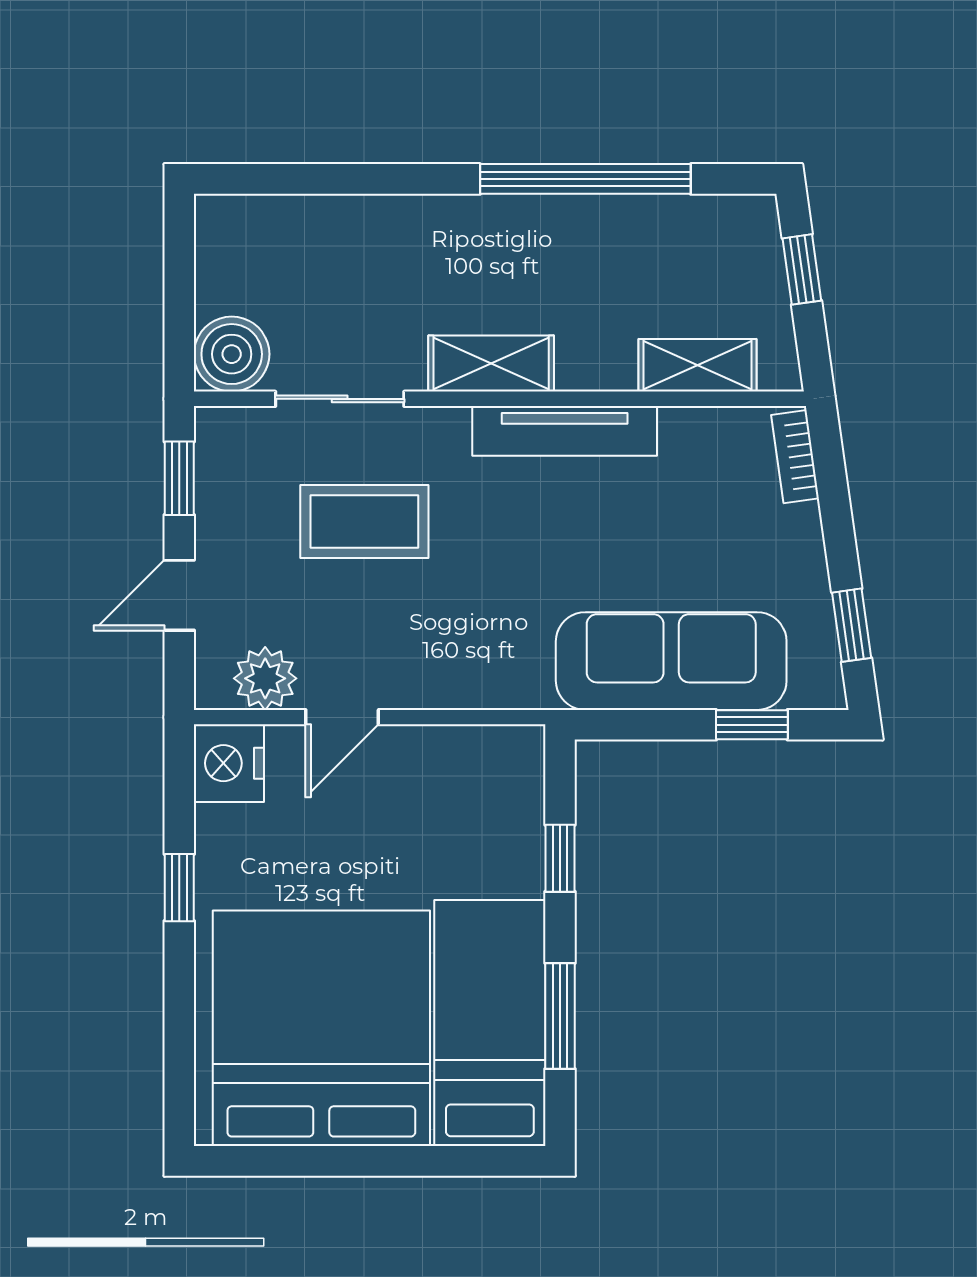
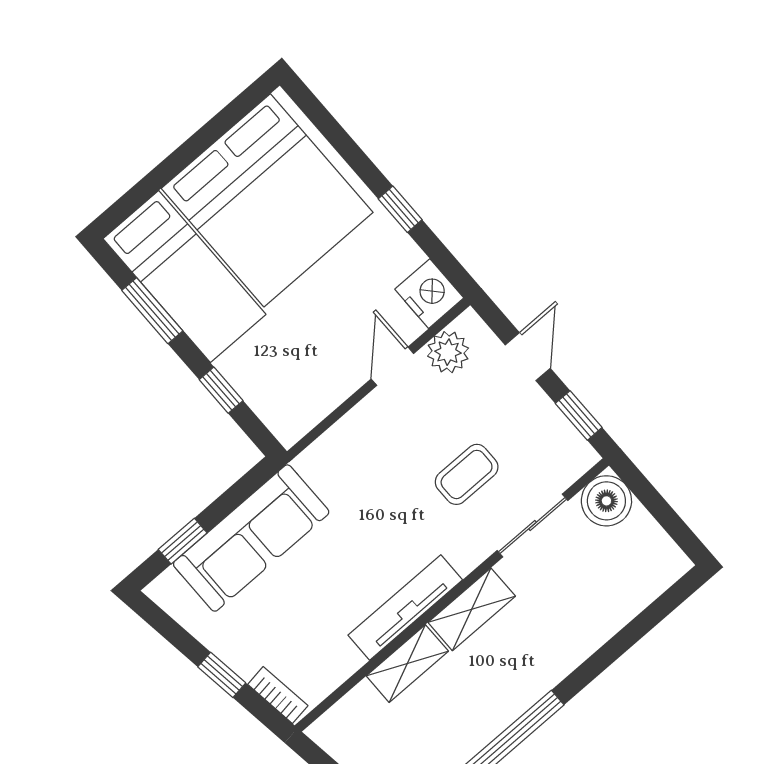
shelving: (698, 365) -> (407, 664), moved
coffee table: (364, 521) -> (467, 474), width x0.73, depth x0.77
window: (852, 625) -> (222, 675), moved

